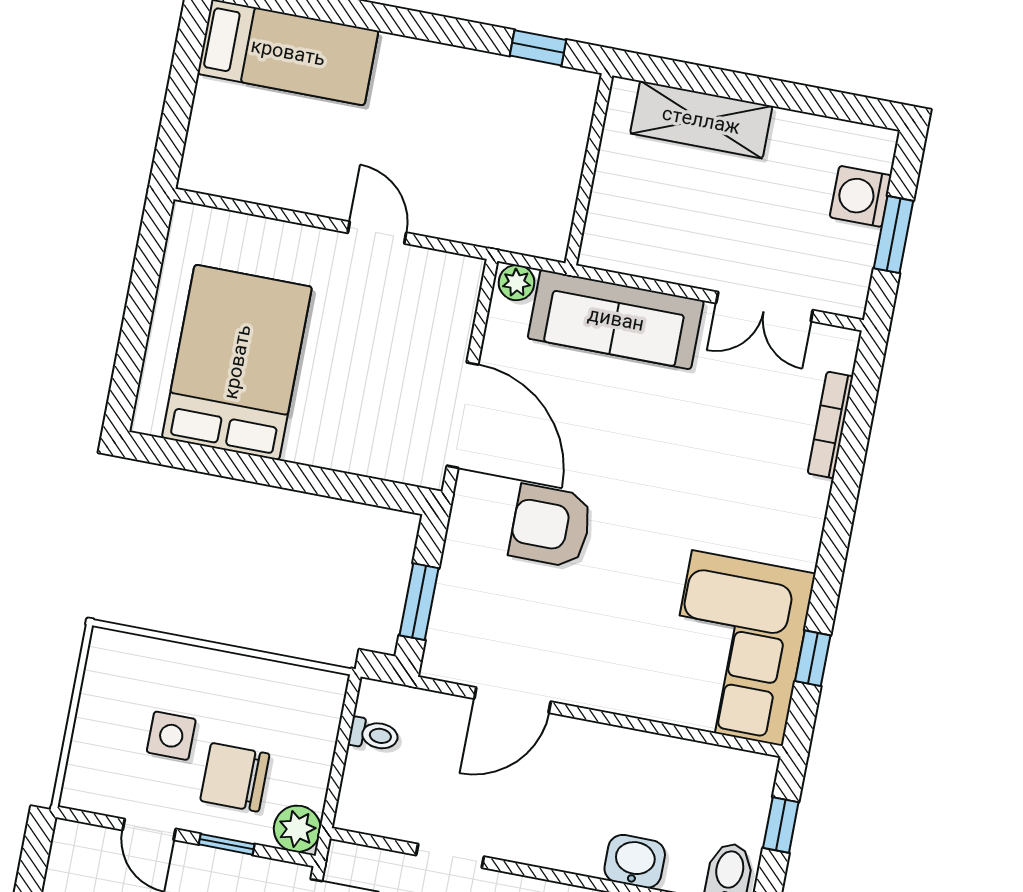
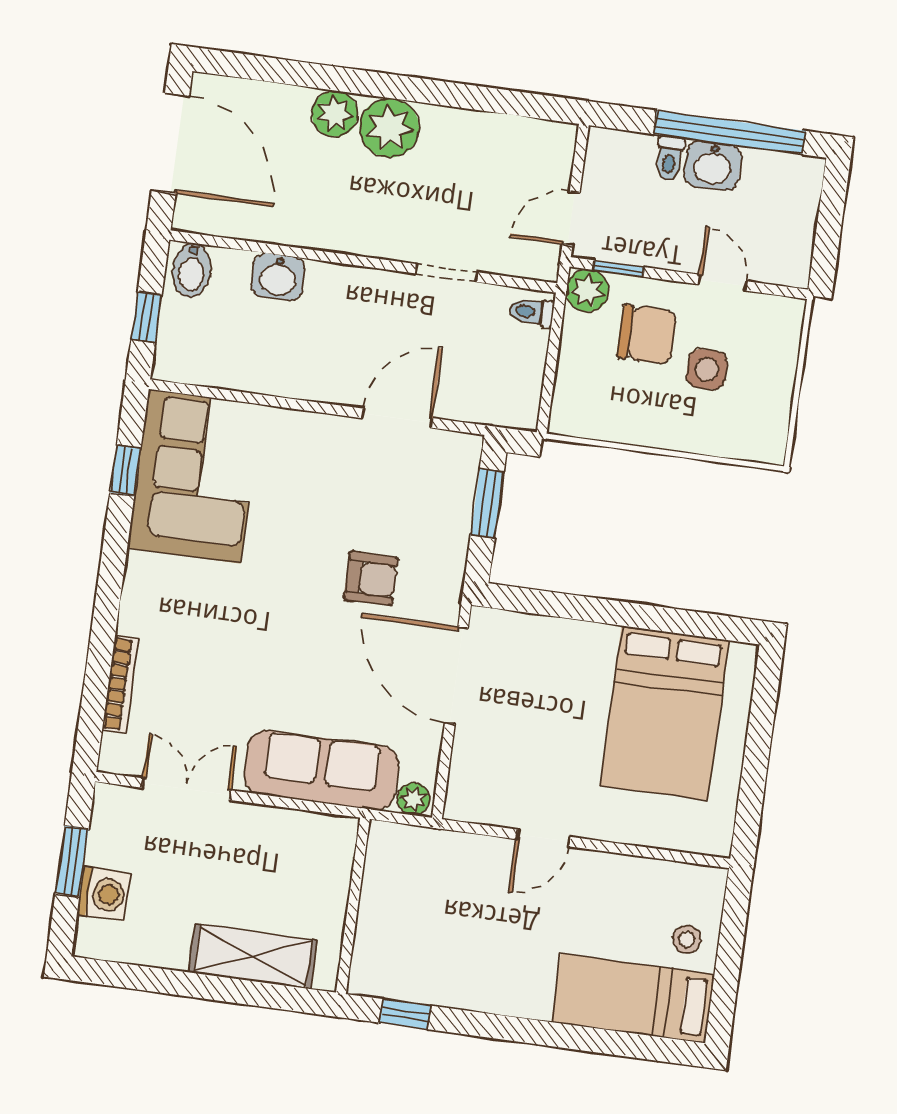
stool: (226, 114) -> (687, 939), added
door: (377, 233) -> (543, 838), hinge flipped
armchair: (551, 526) -> (371, 579), width x0.72, depth x0.72
toilet: (374, 735) -> (531, 312), moved
window: (227, 844) -> (619, 268), moved

